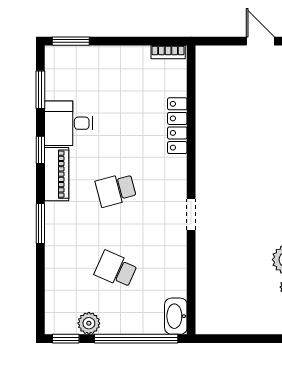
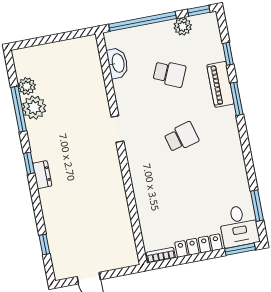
desk: (69, 123) -> (239, 226), moved, turned 90
locker: (177, 126) -> (199, 246), moved, turned -90
window: (40, 150) -> (228, 54), moved
piano: (57, 174) -> (220, 84), moved
washbasin: (176, 316) -> (118, 63), moved

